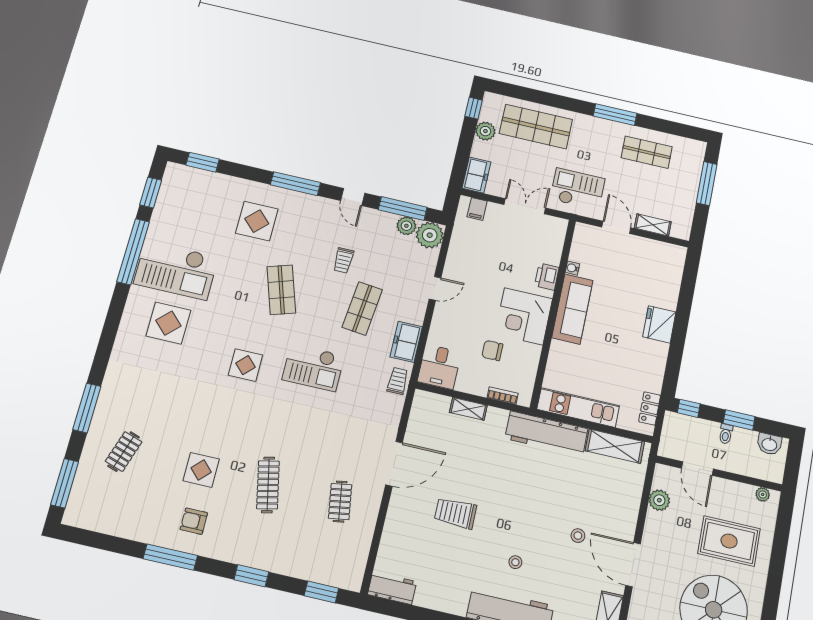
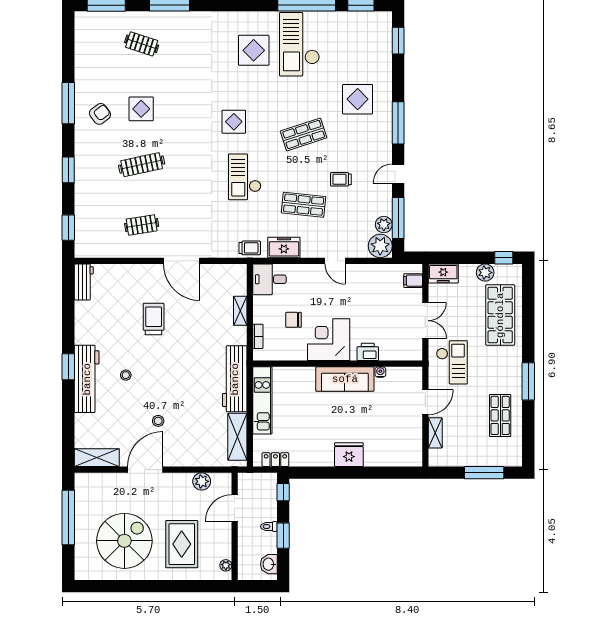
chair: (492, 350) -> (294, 320), turned -90
armchair: (194, 521) -> (100, 114), turned 53

